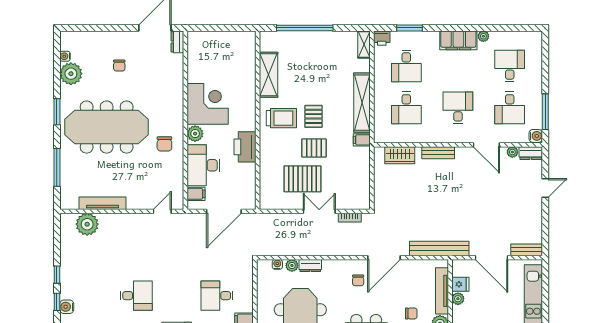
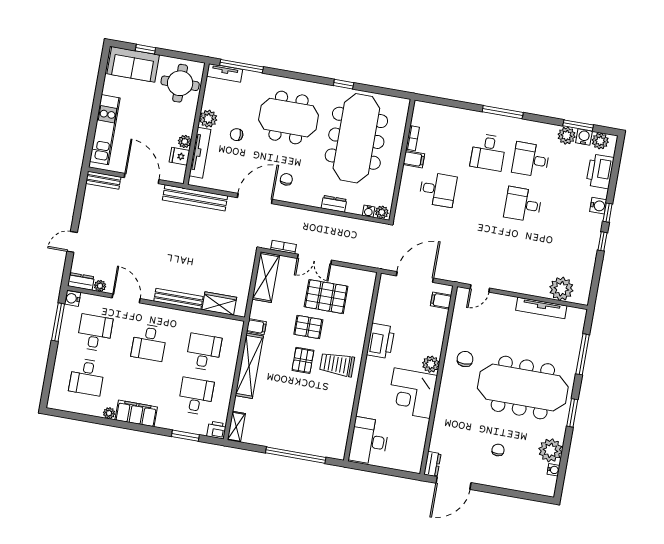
shelving: (268, 75) -> (266, 277), moved
bench: (438, 153) -> (178, 299), width x1.36
desk: (203, 165) -> (369, 441), moved, turned 180
plant: (292, 265) -> (382, 212), moved

